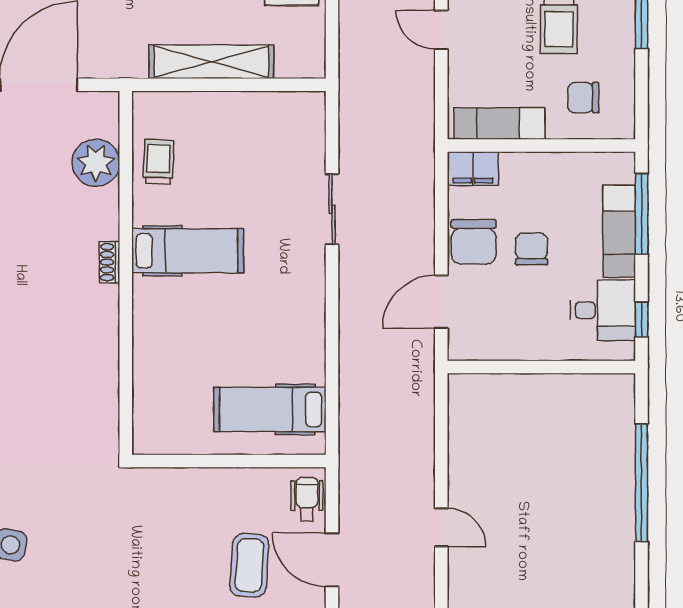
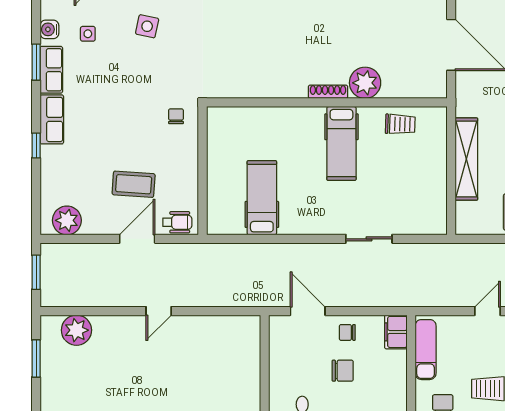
plant: (96, 163) -> (365, 83), moved
chair: (474, 242) -> (347, 332), width x0.54, depth x0.54
shoe rack: (110, 262) -> (328, 92), width x1.43
hospital bed: (270, 409) -> (262, 198), moved
chair: (147, 501) -> (176, 116), added

